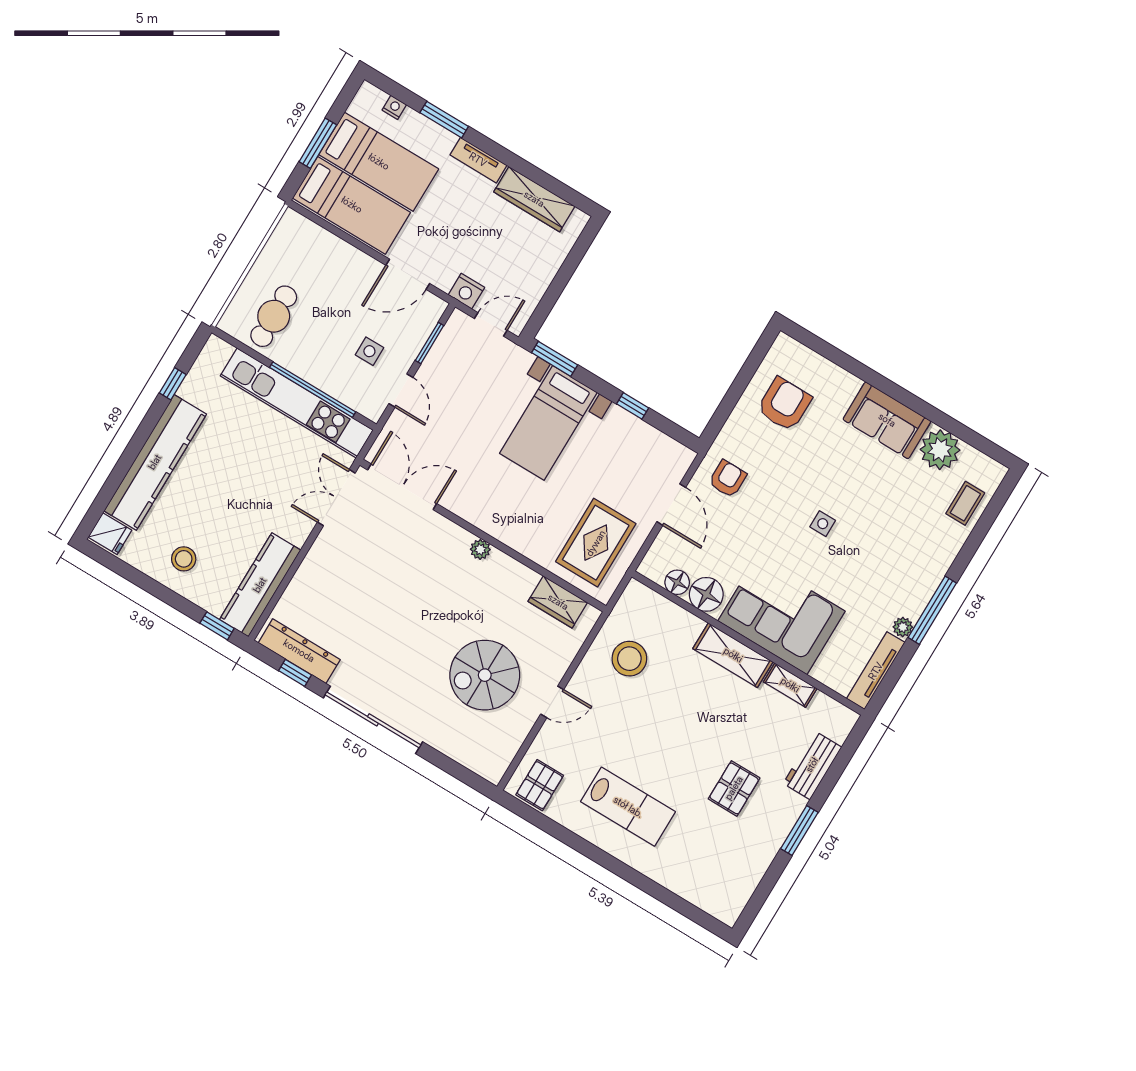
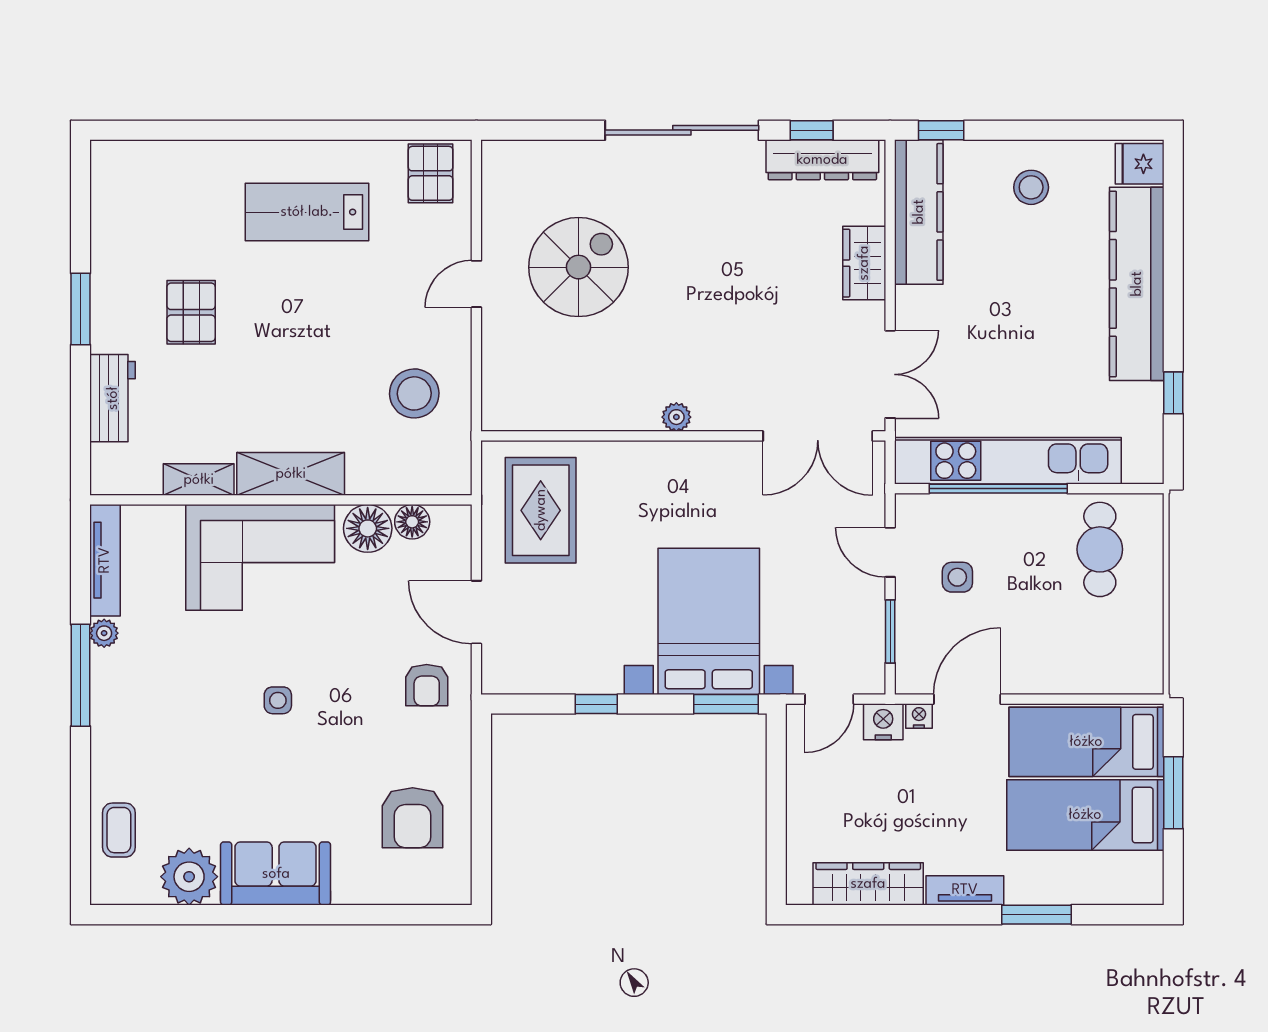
nightstand: (394, 107) -> (919, 716), moved, turned 180
bed with nightstands: (548, 423) -> (709, 621), width x1.36
wardrobe: (558, 602) -> (864, 263), moved, turned -90

